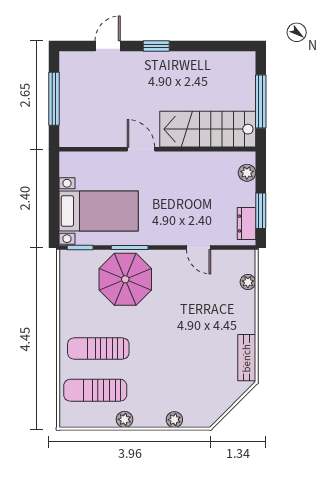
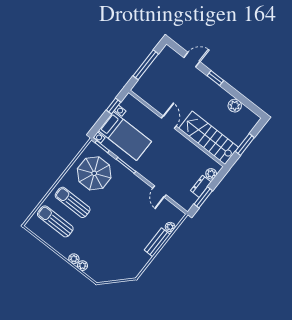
plant: (209, 62) -> (235, 106), added
window: (261, 101) -> (245, 144), width x0.69
window: (54, 184) -> (113, 106), added
dresser: (247, 224) -> (201, 186), moved
parasol: (125, 279) -> (94, 173), moved
bench: (247, 358) -> (157, 242), moved
plant: (124, 419) -> (74, 259), moved

